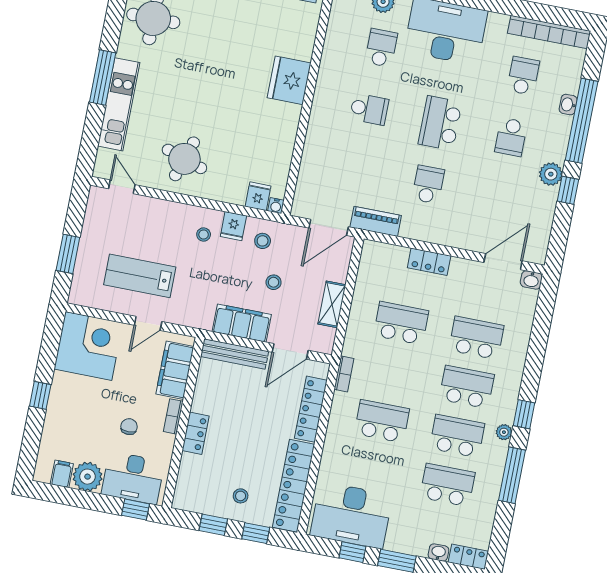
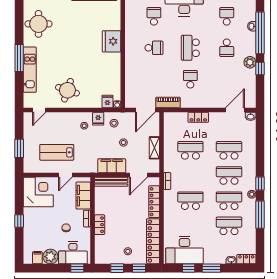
door: (122, 187) -> (39, 110), swing flipped

